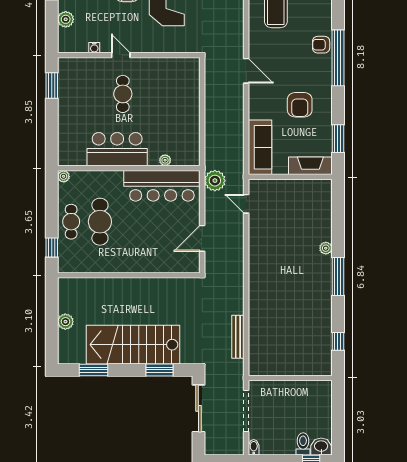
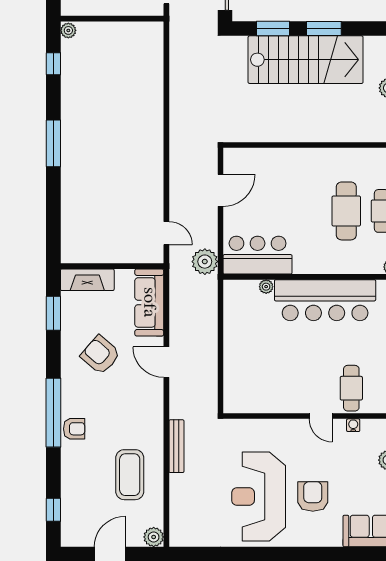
door: (246, 71) -> (166, 362), moved
cafe table: (123, 94) -> (351, 388), moved
armchair: (300, 105) -> (100, 355), turned -49
bar counter: (117, 149) -> (325, 300), width x1.36
bar counter: (162, 186) -> (258, 255), width x0.73
plant: (326, 248) -> (68, 30), moved
bench: (238, 337) -> (176, 446), moved
window: (94, 370) -> (324, 29), moved

